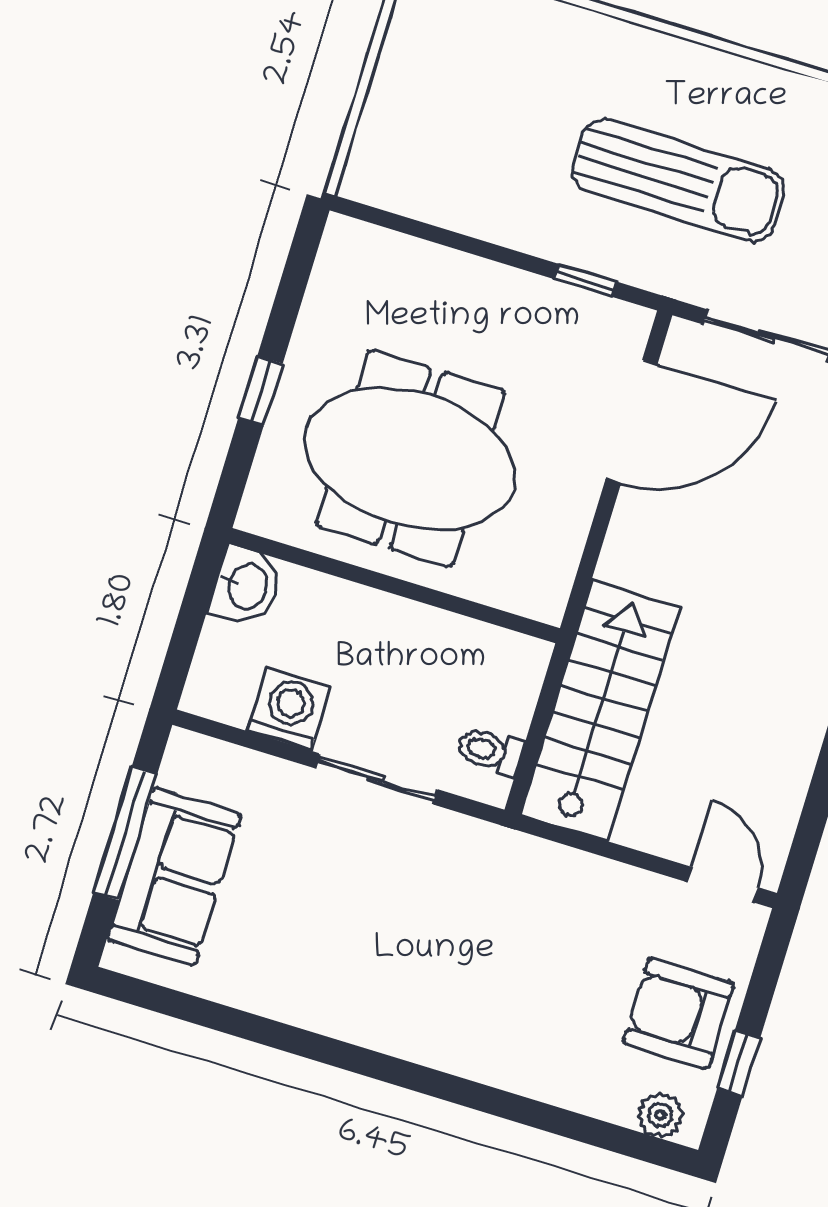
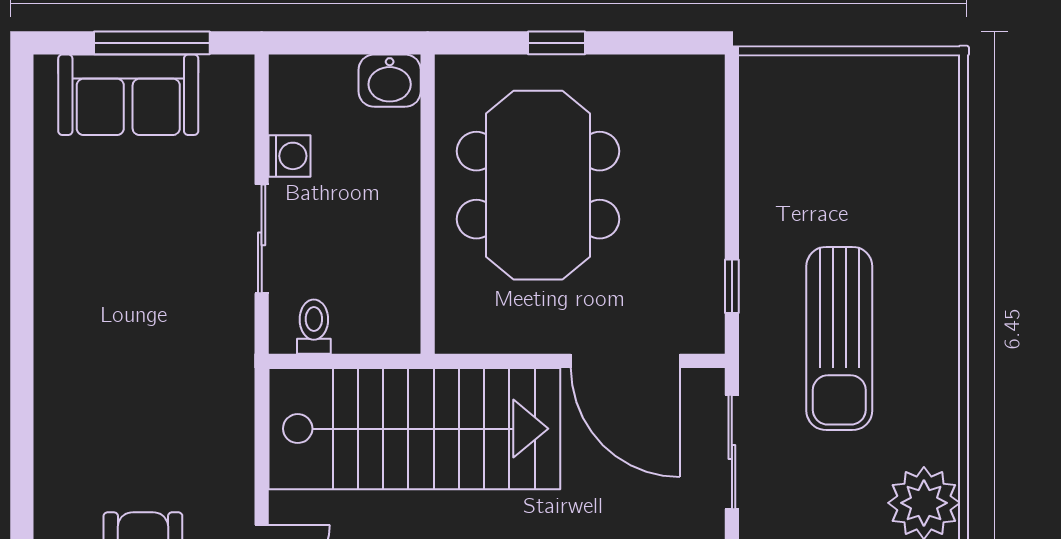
washing machine: (289, 709) -> (289, 156), width x0.73, depth x0.73
stairs: (600, 711) -> (414, 429), width x1.36, depth x1.51

